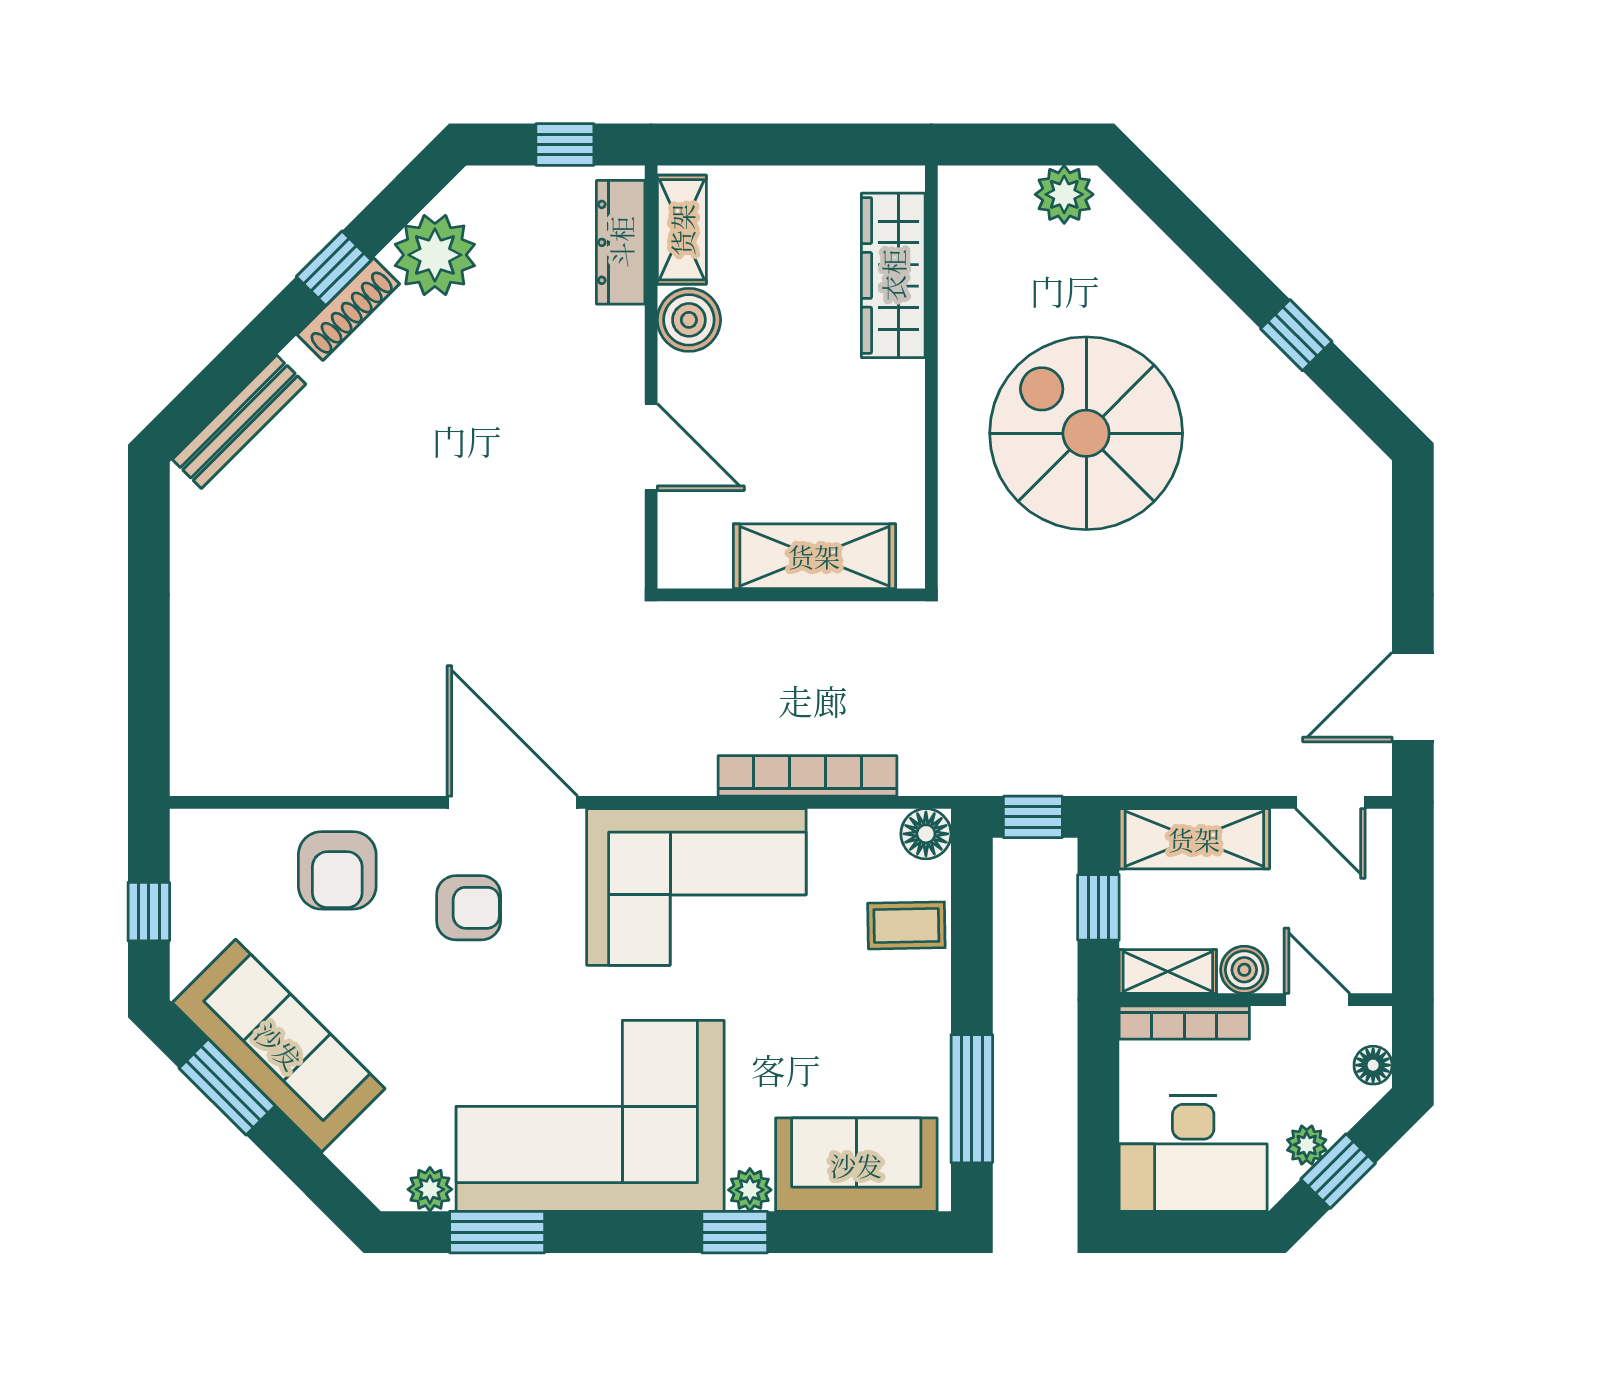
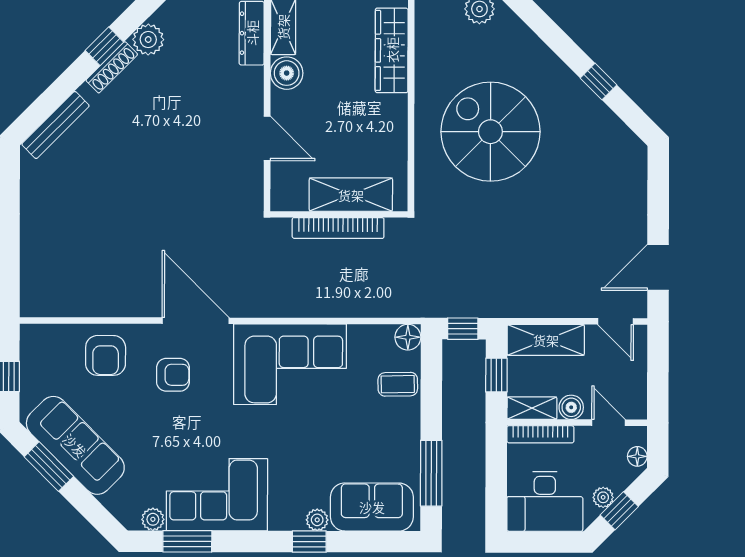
plant: (435, 255) -> (148, 39), width x0.73, depth x0.73
bookcase: (807, 776) -> (338, 228), moved, turned 180
corner sofa: (590, 1116) -> (217, 495), width x0.73, depth x0.74

